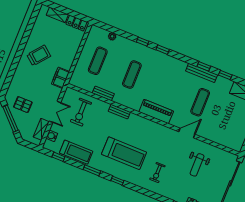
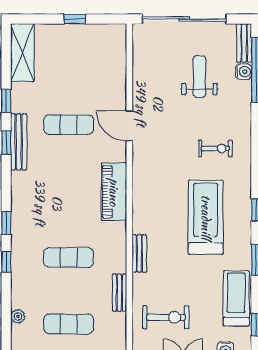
weight bench: (197, 165) -> (199, 77), moved, turned -90

